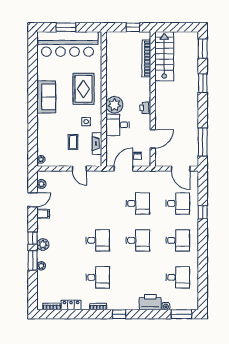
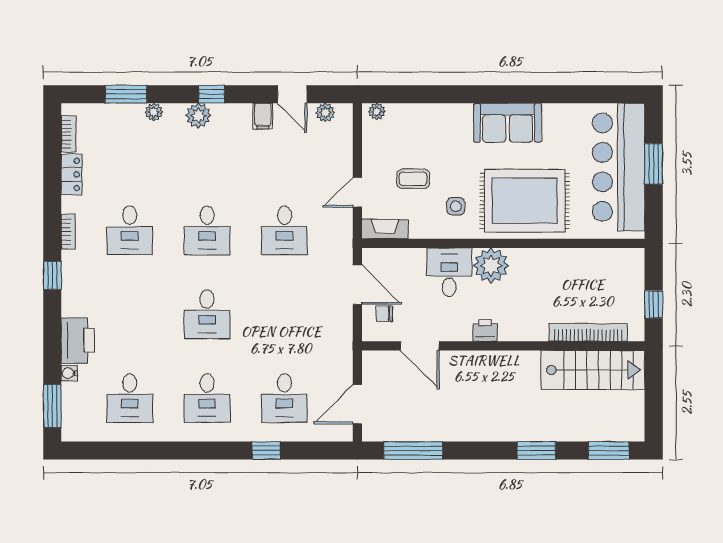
rug: (84, 89) -> (525, 201), width x1.37, depth x1.44
fireplace: (97, 144) -> (385, 229), moved
desk: (138, 203) -> (284, 230), moved
window: (33, 260) -> (126, 94), moved

